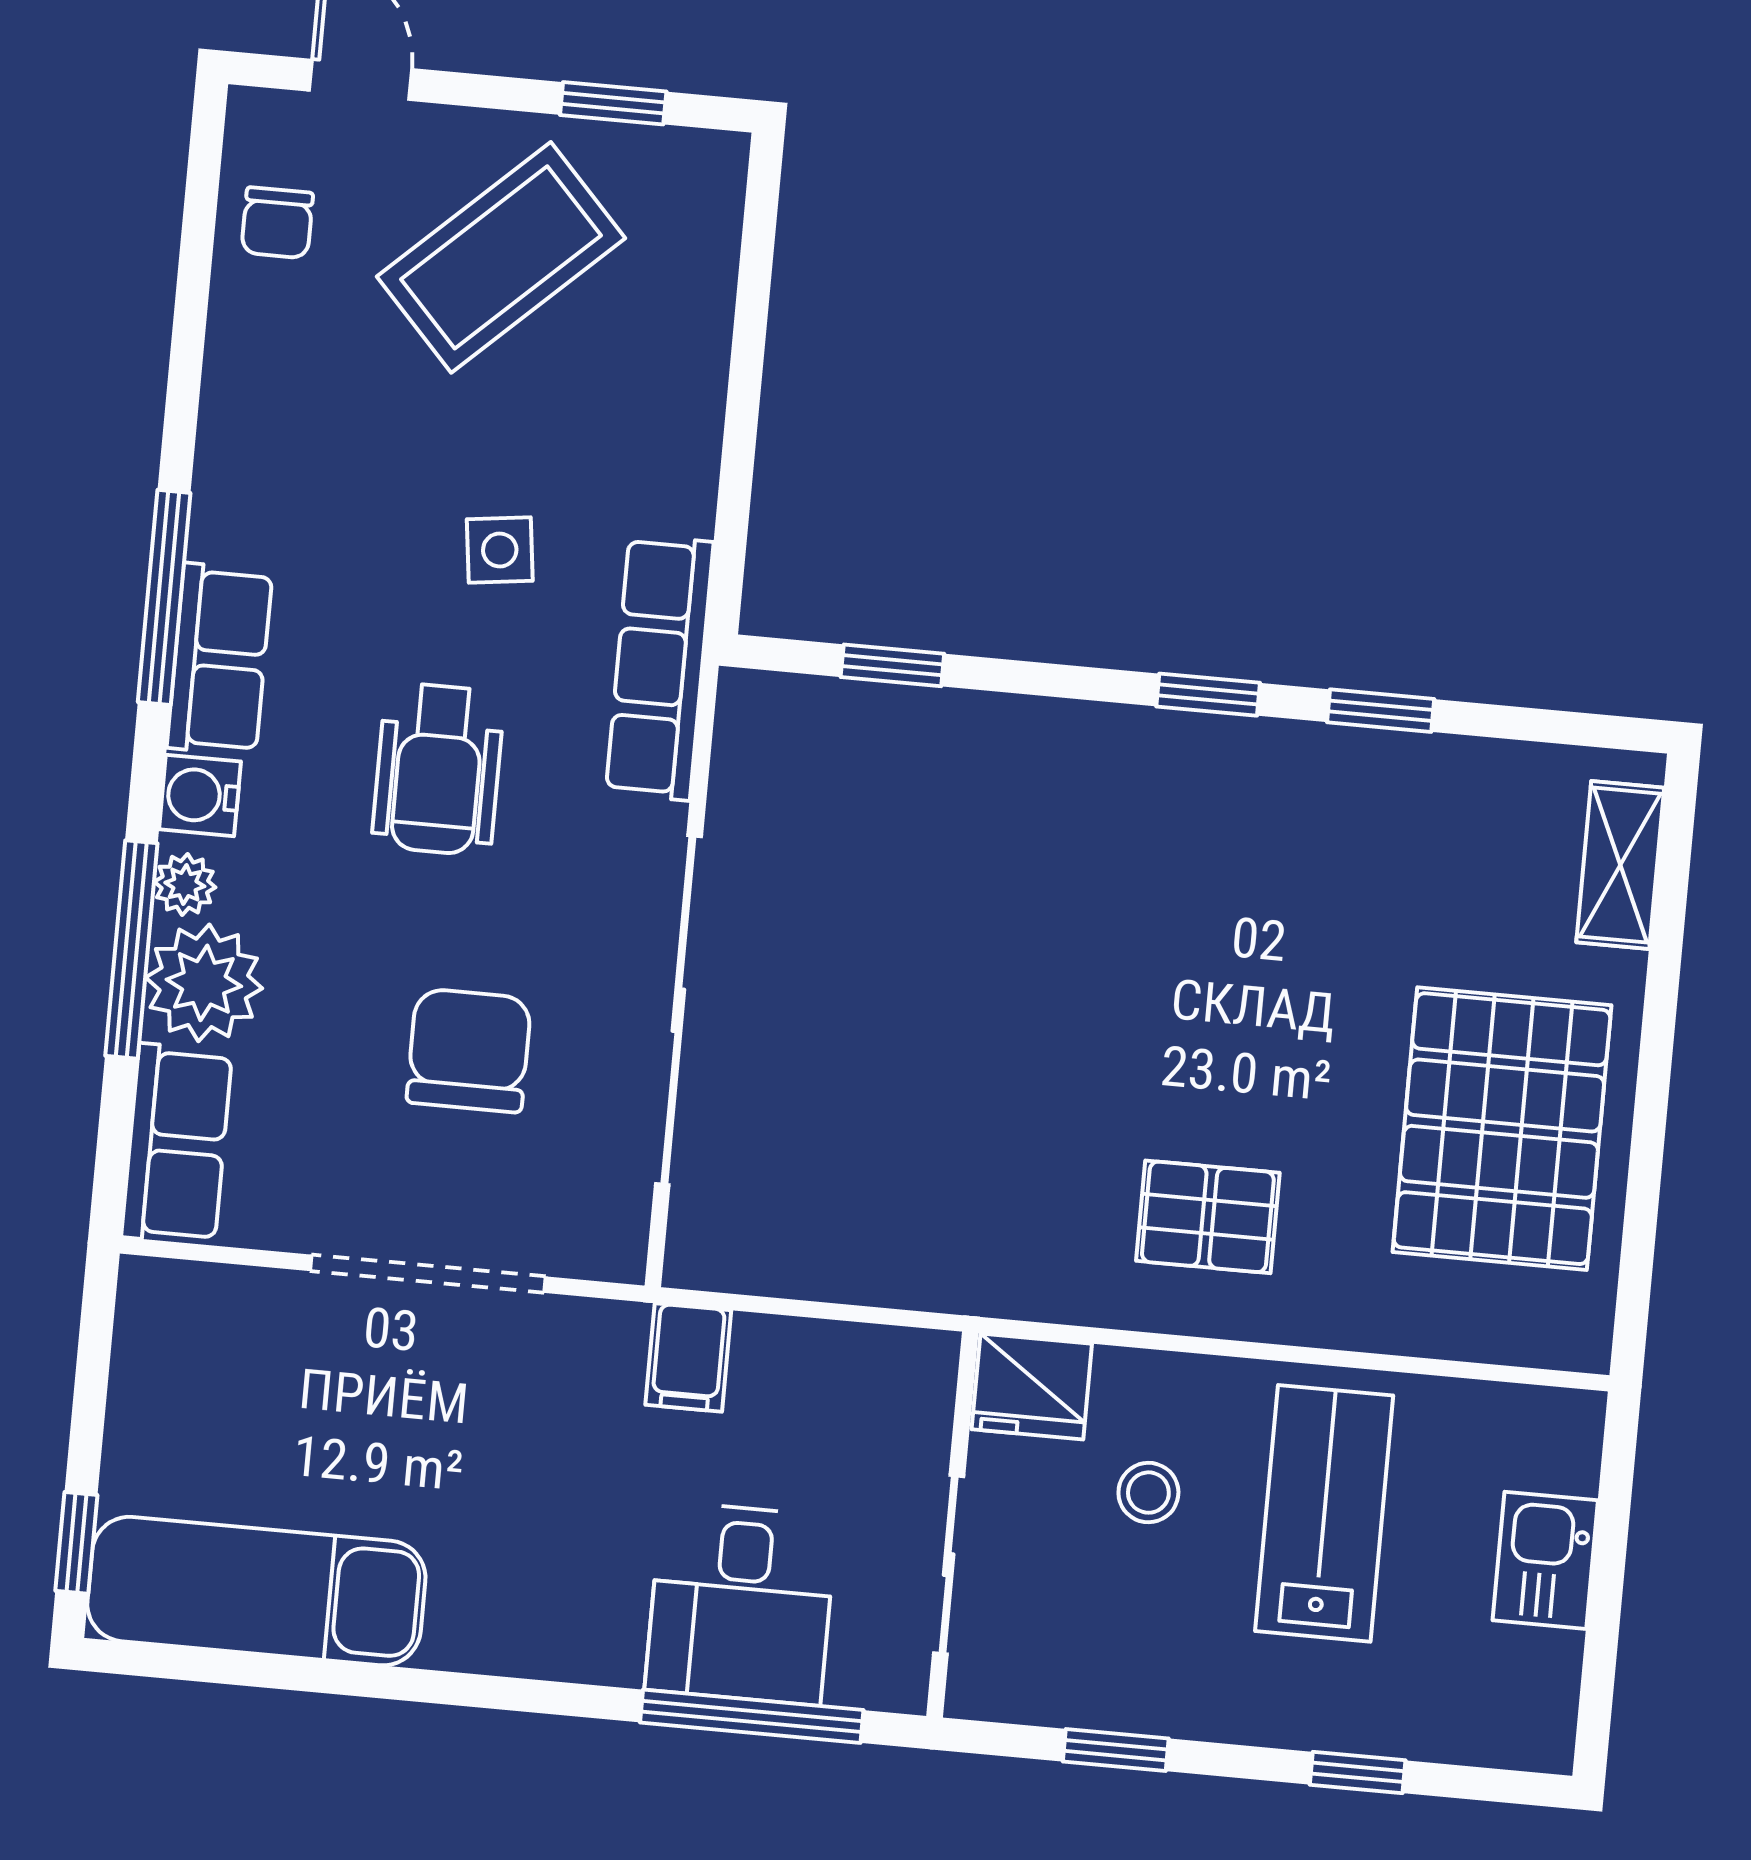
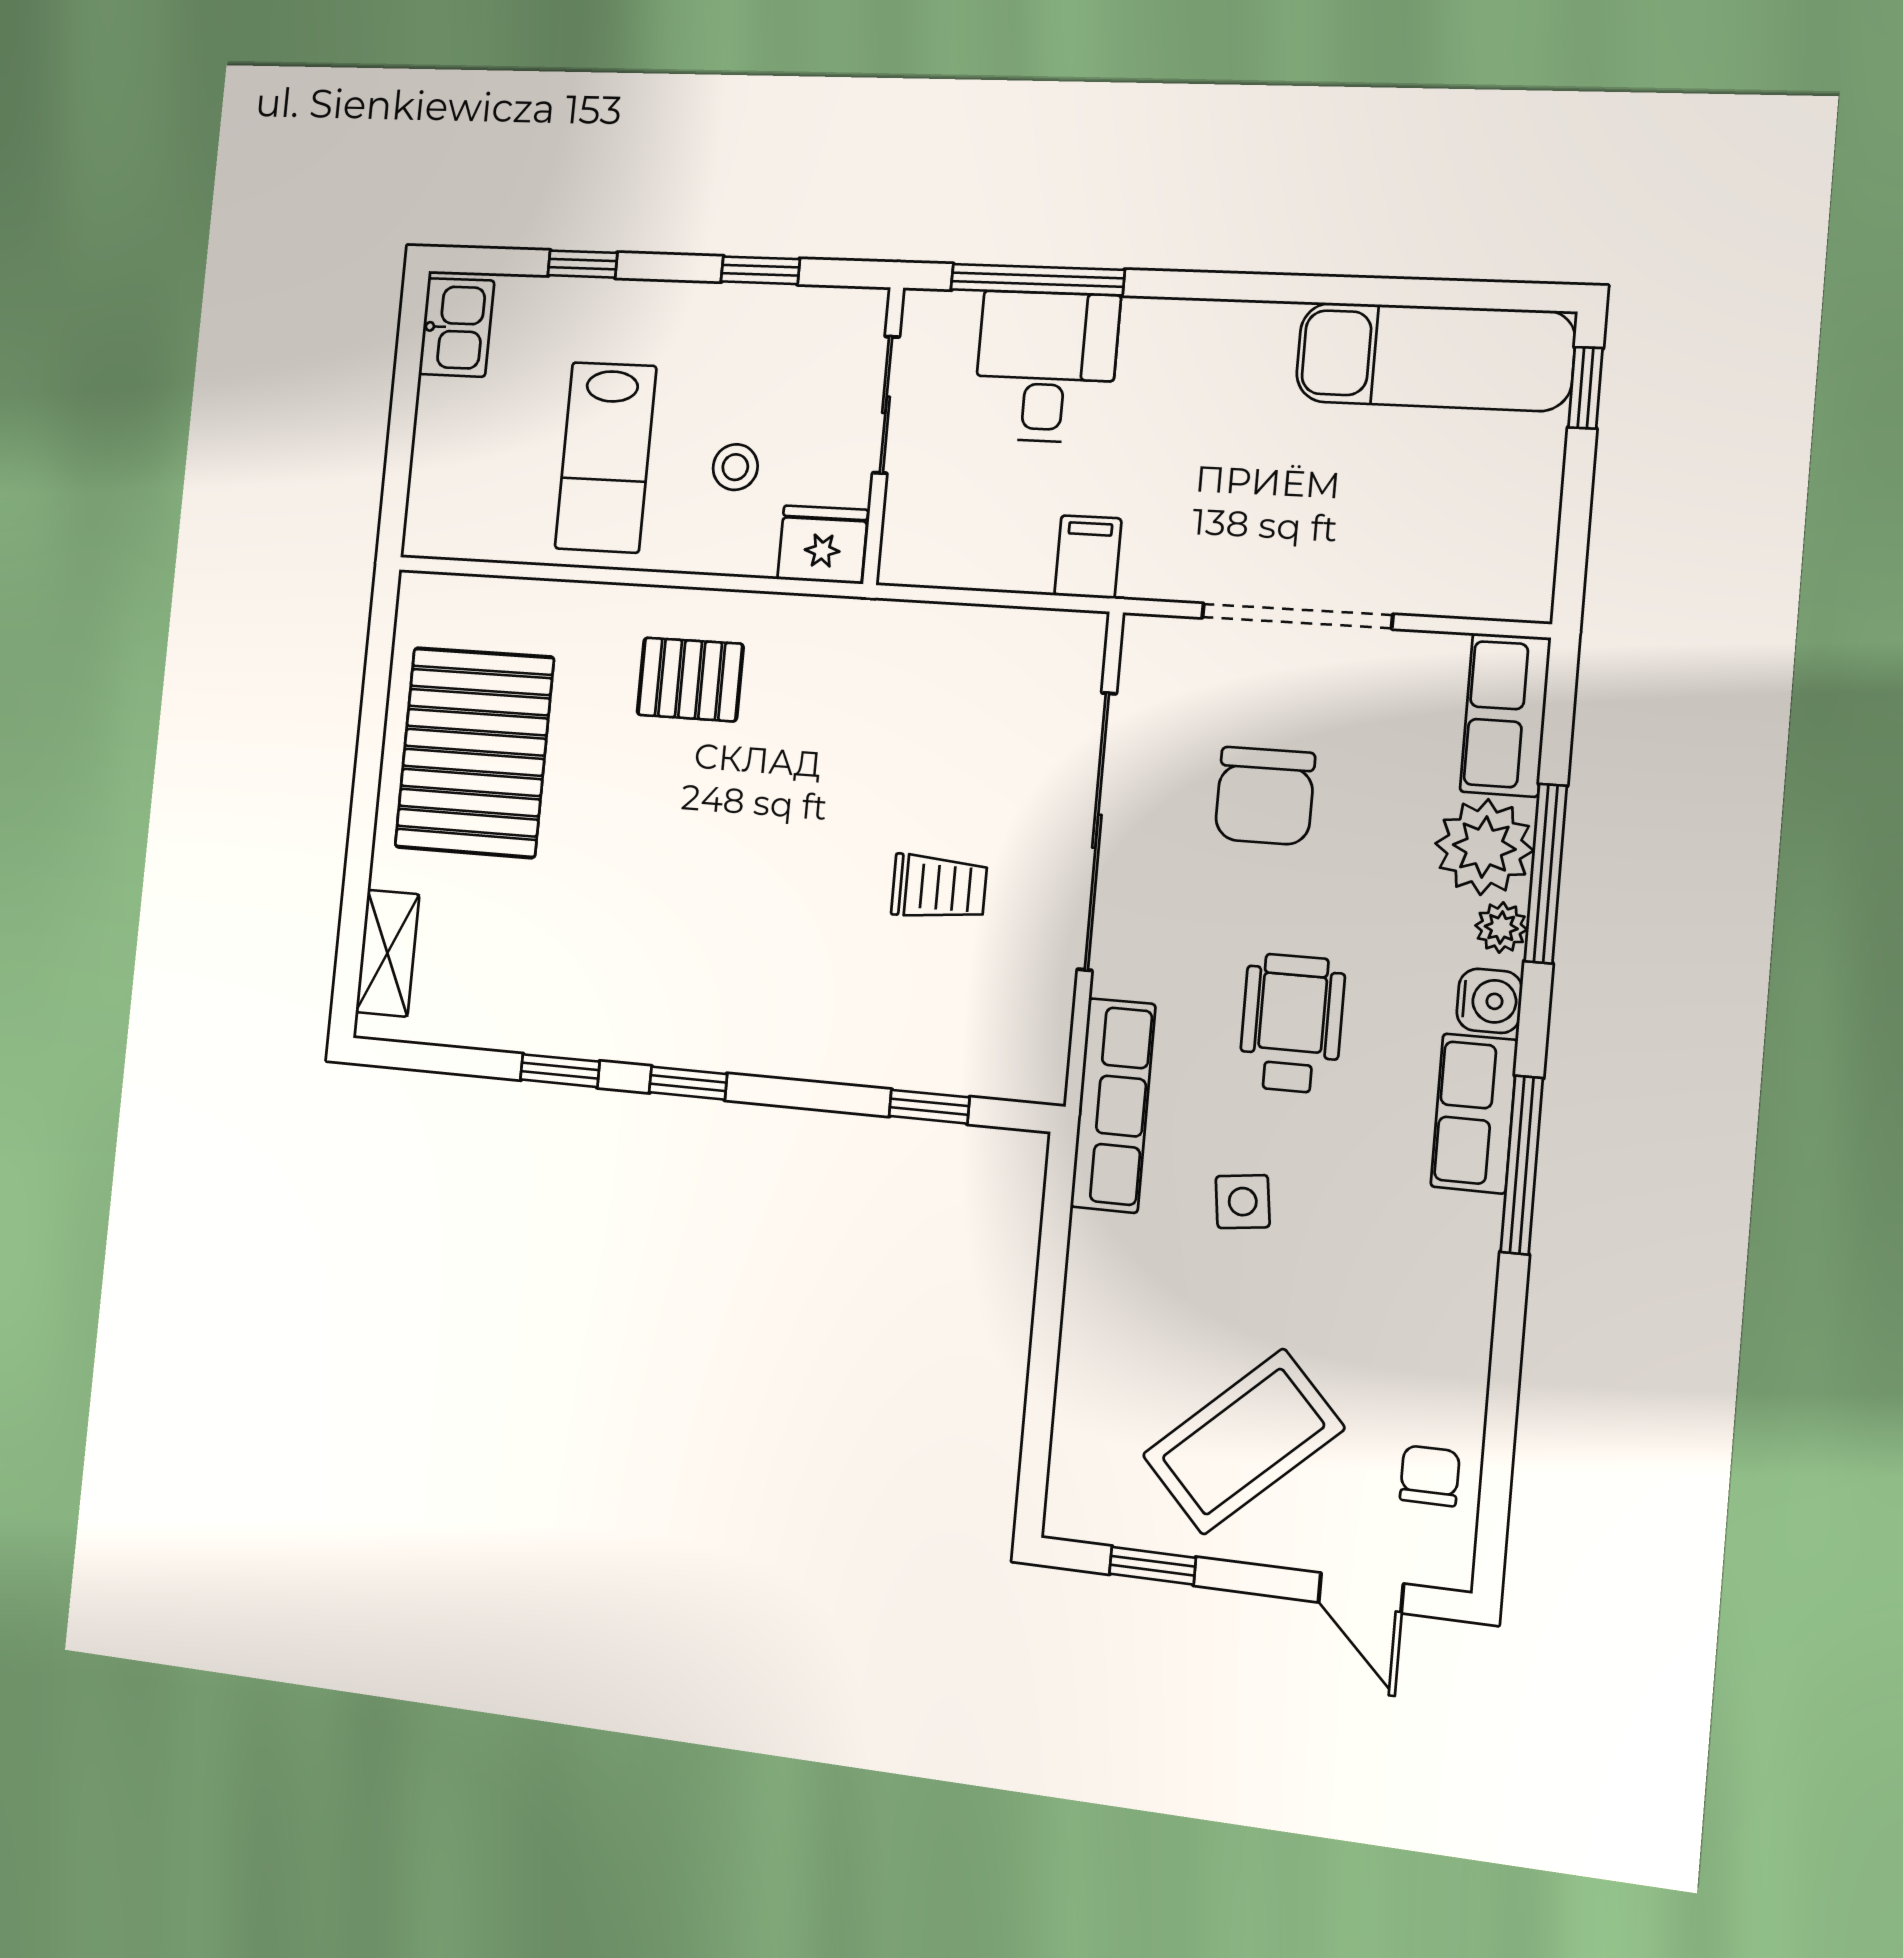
trolley: (880, 942) -> (939, 887), added
kitchen sink: (1545, 1560) -> (456, 327), moved

